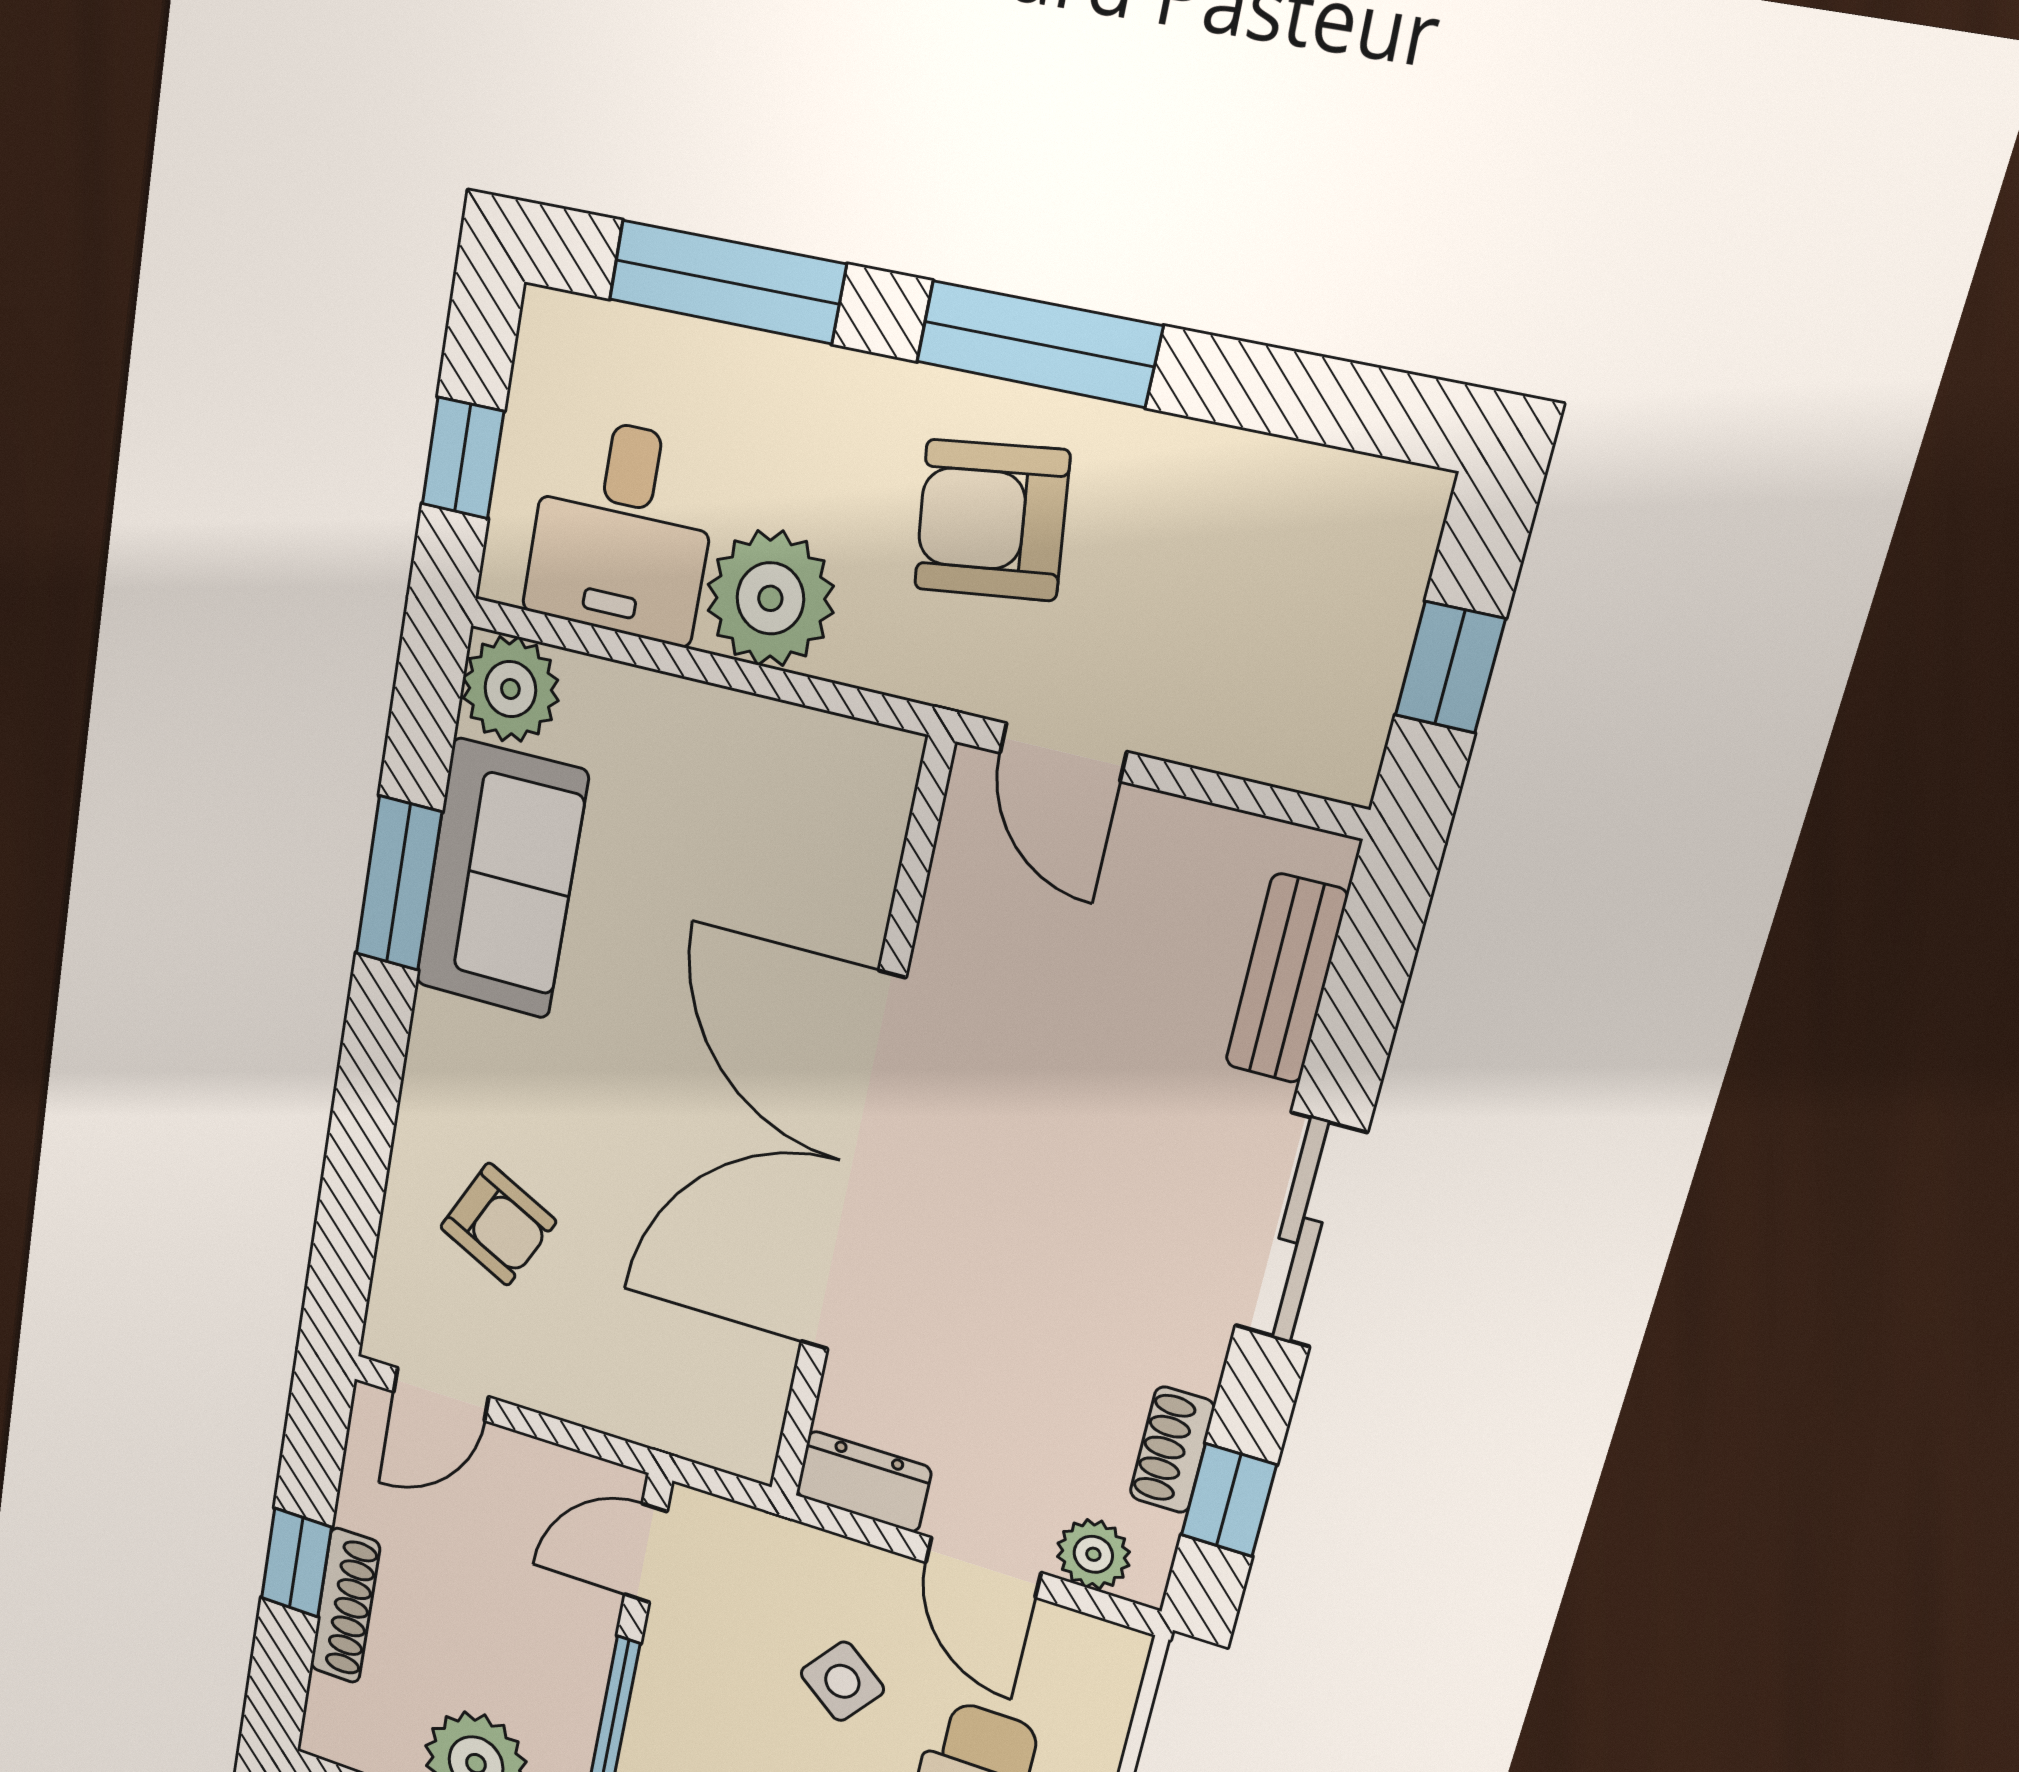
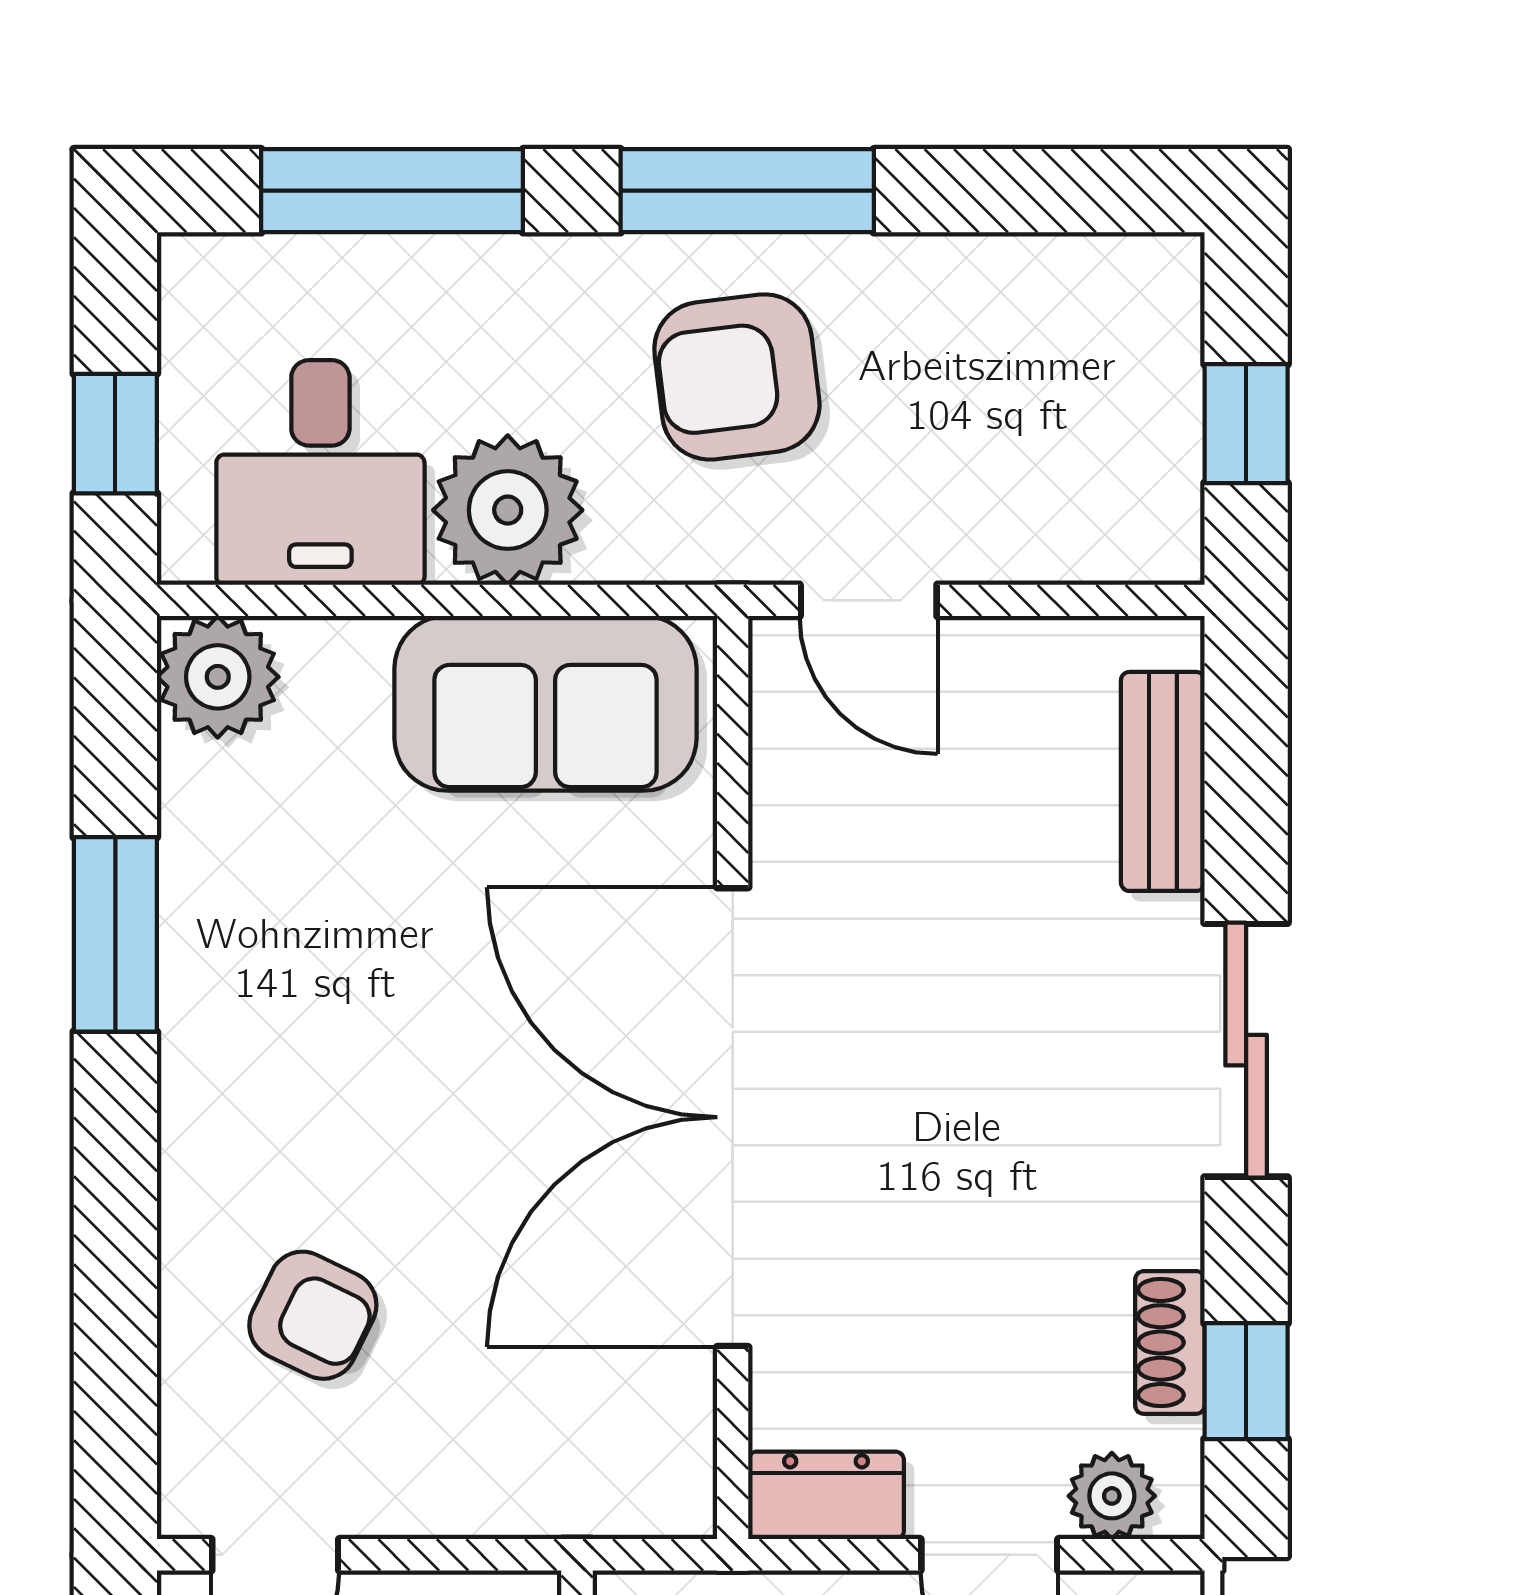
sofa: (501, 879) -> (545, 703), moved, turned 90

